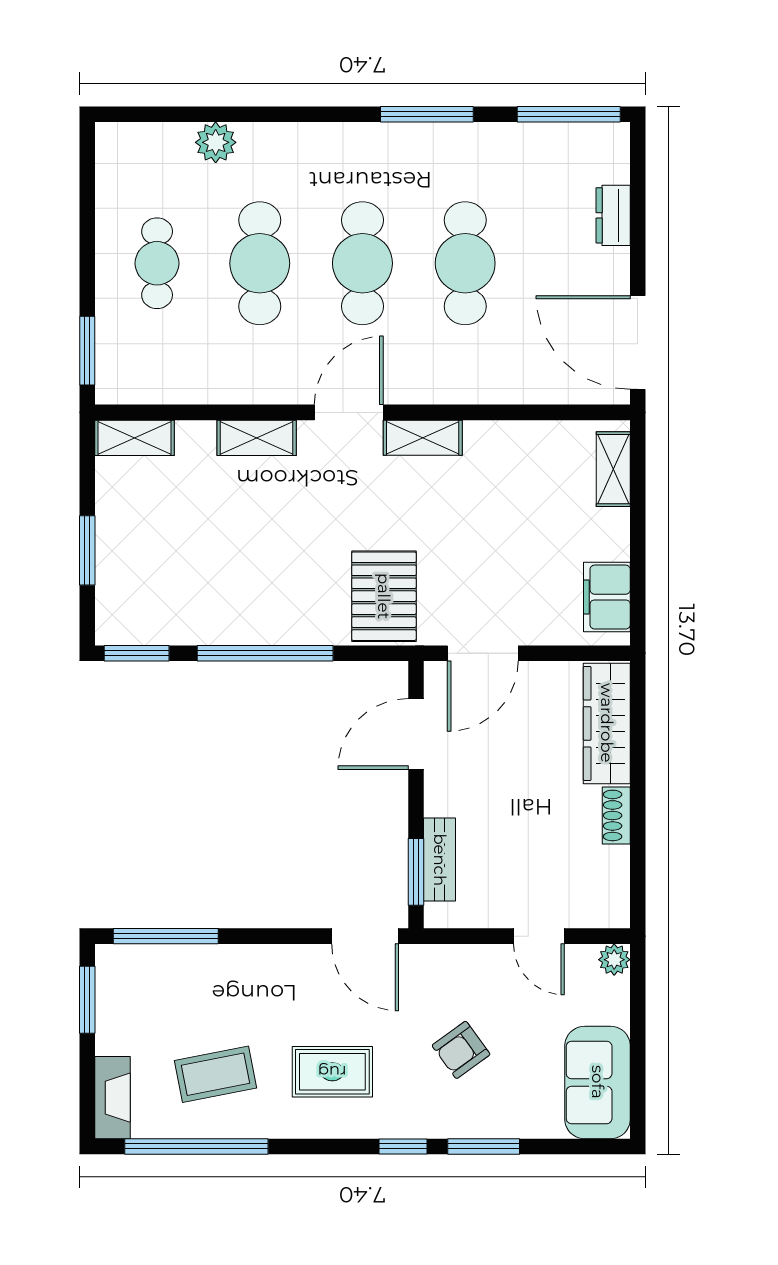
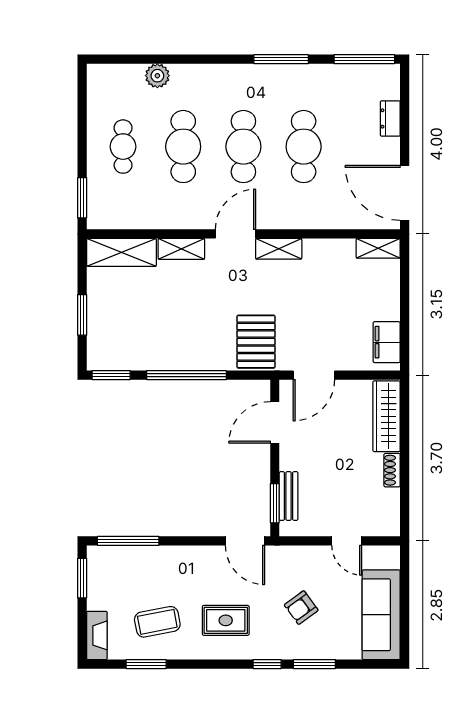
shelving: (135, 438) -> (121, 252), width x1.50, depth x1.33
shelving: (613, 469) -> (378, 248), moved, turned 90
plant: (614, 960) -> (391, 555), removed
sofa: (598, 1082) -> (381, 615), width x1.36
window: (196, 1146) -> (146, 664), width x0.47

